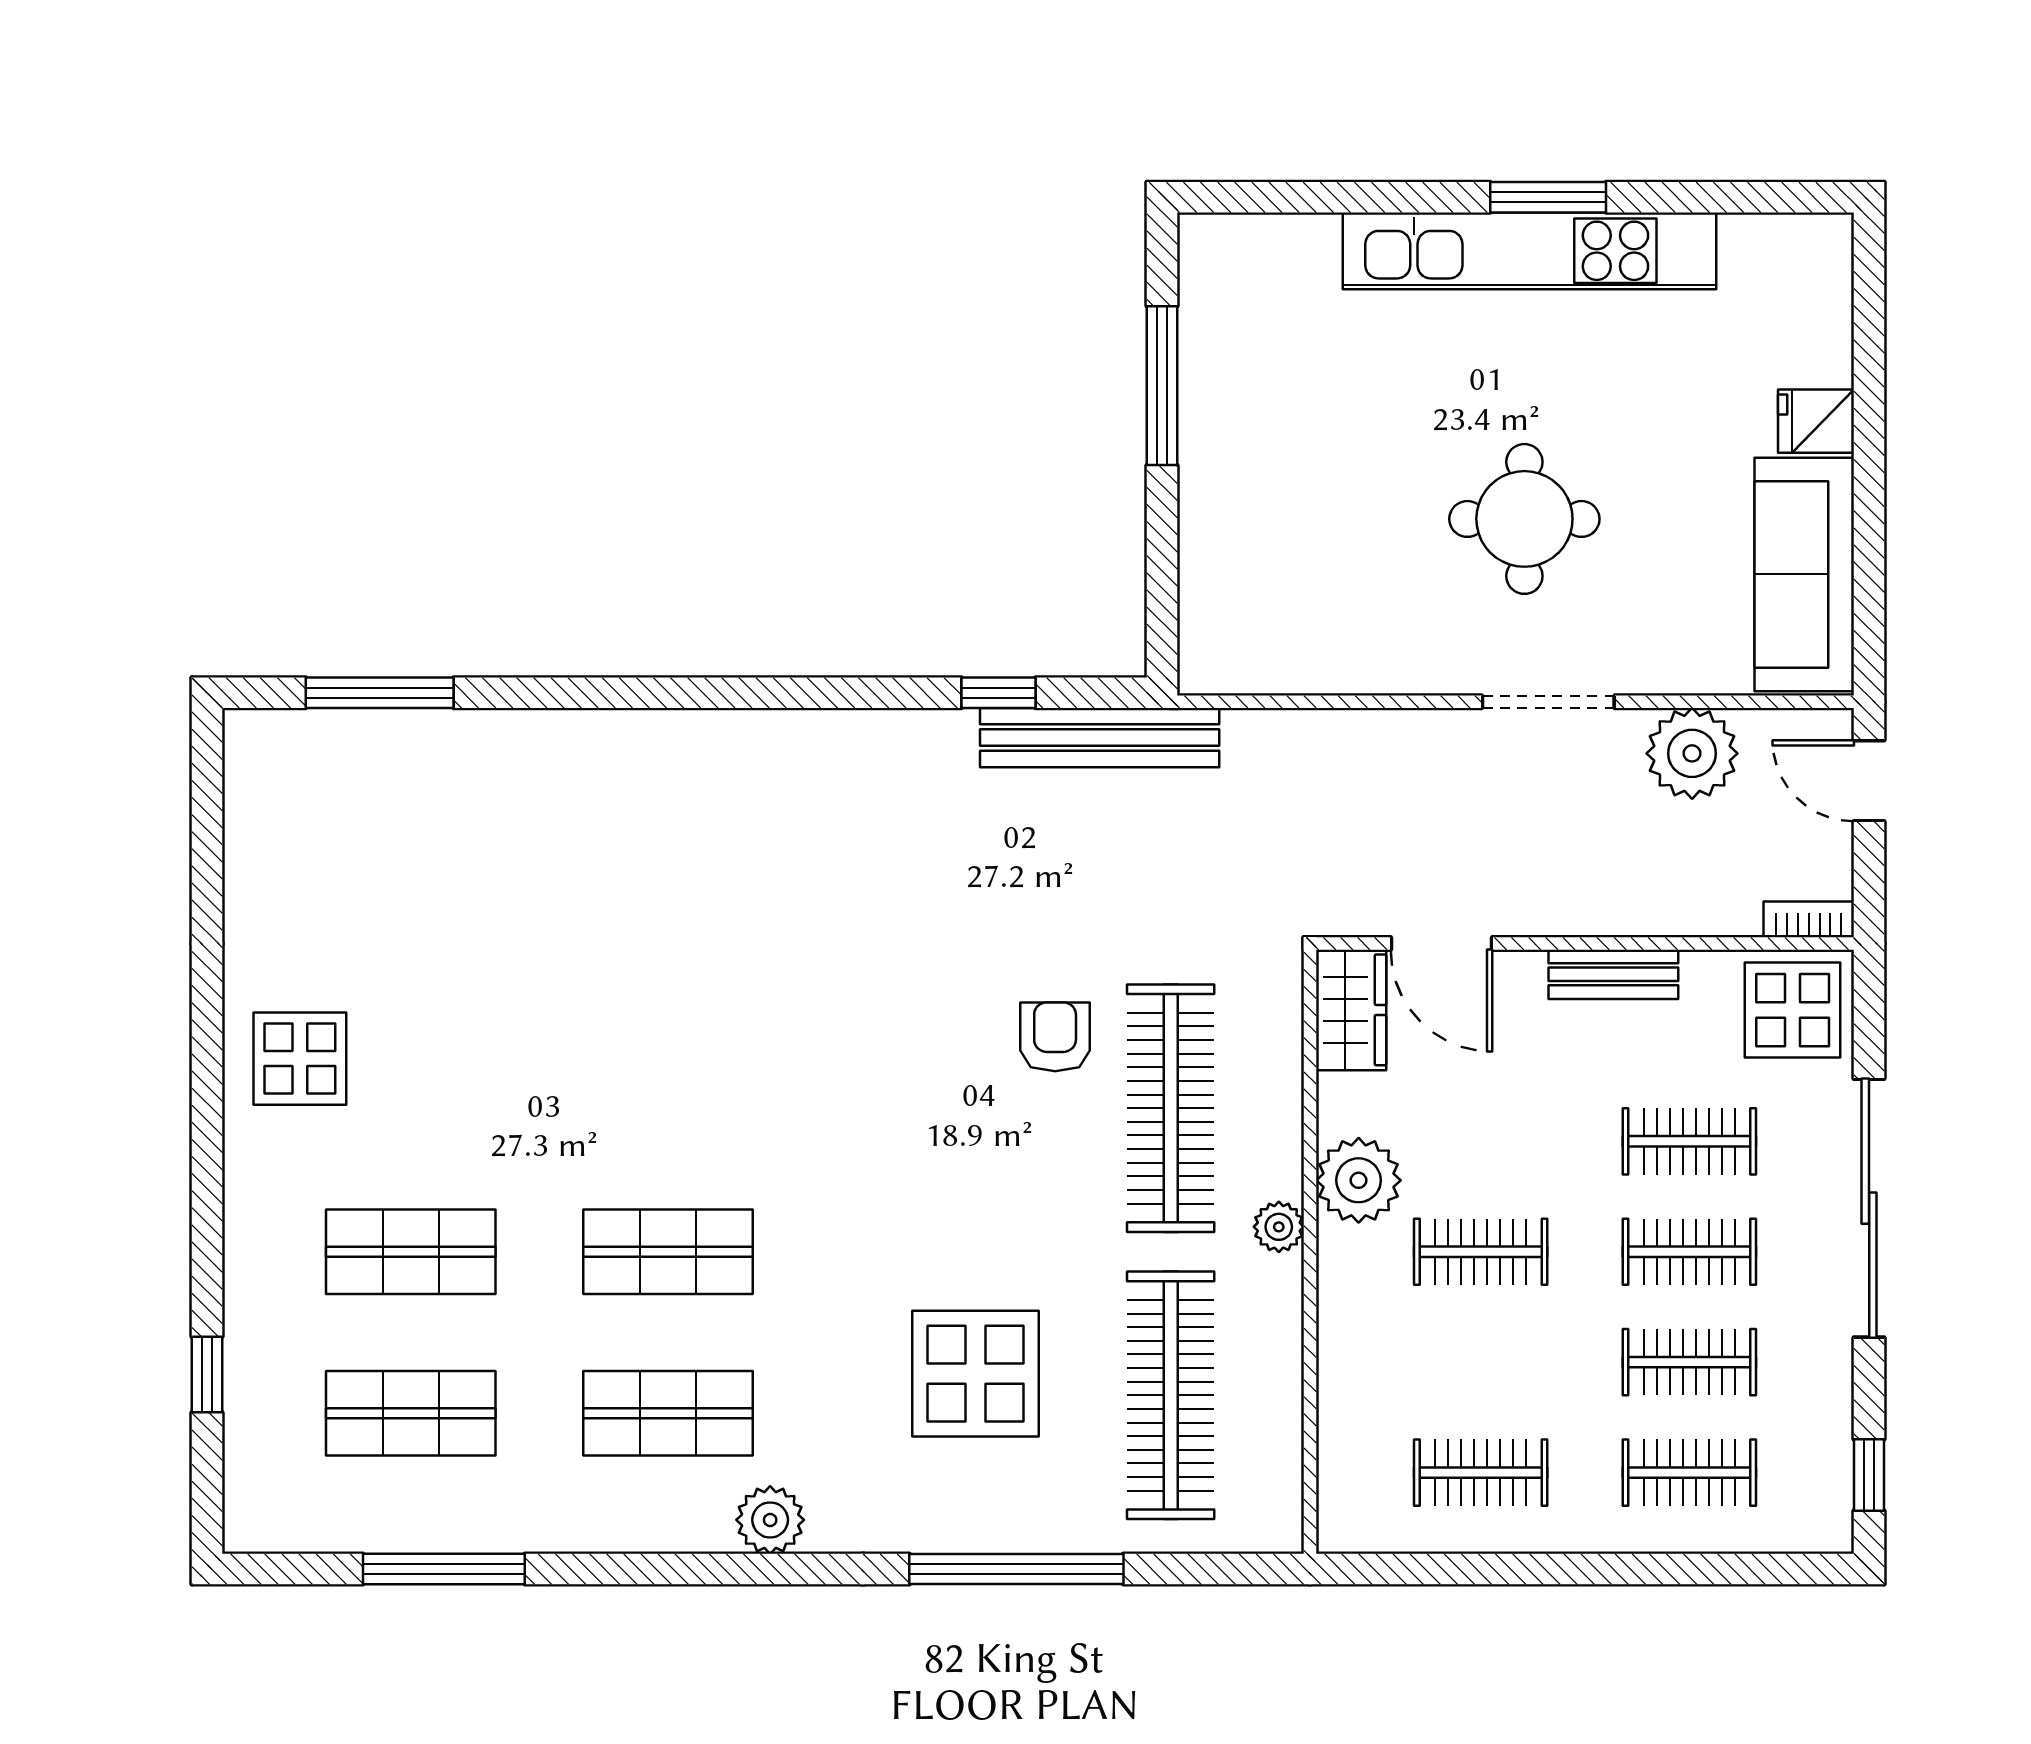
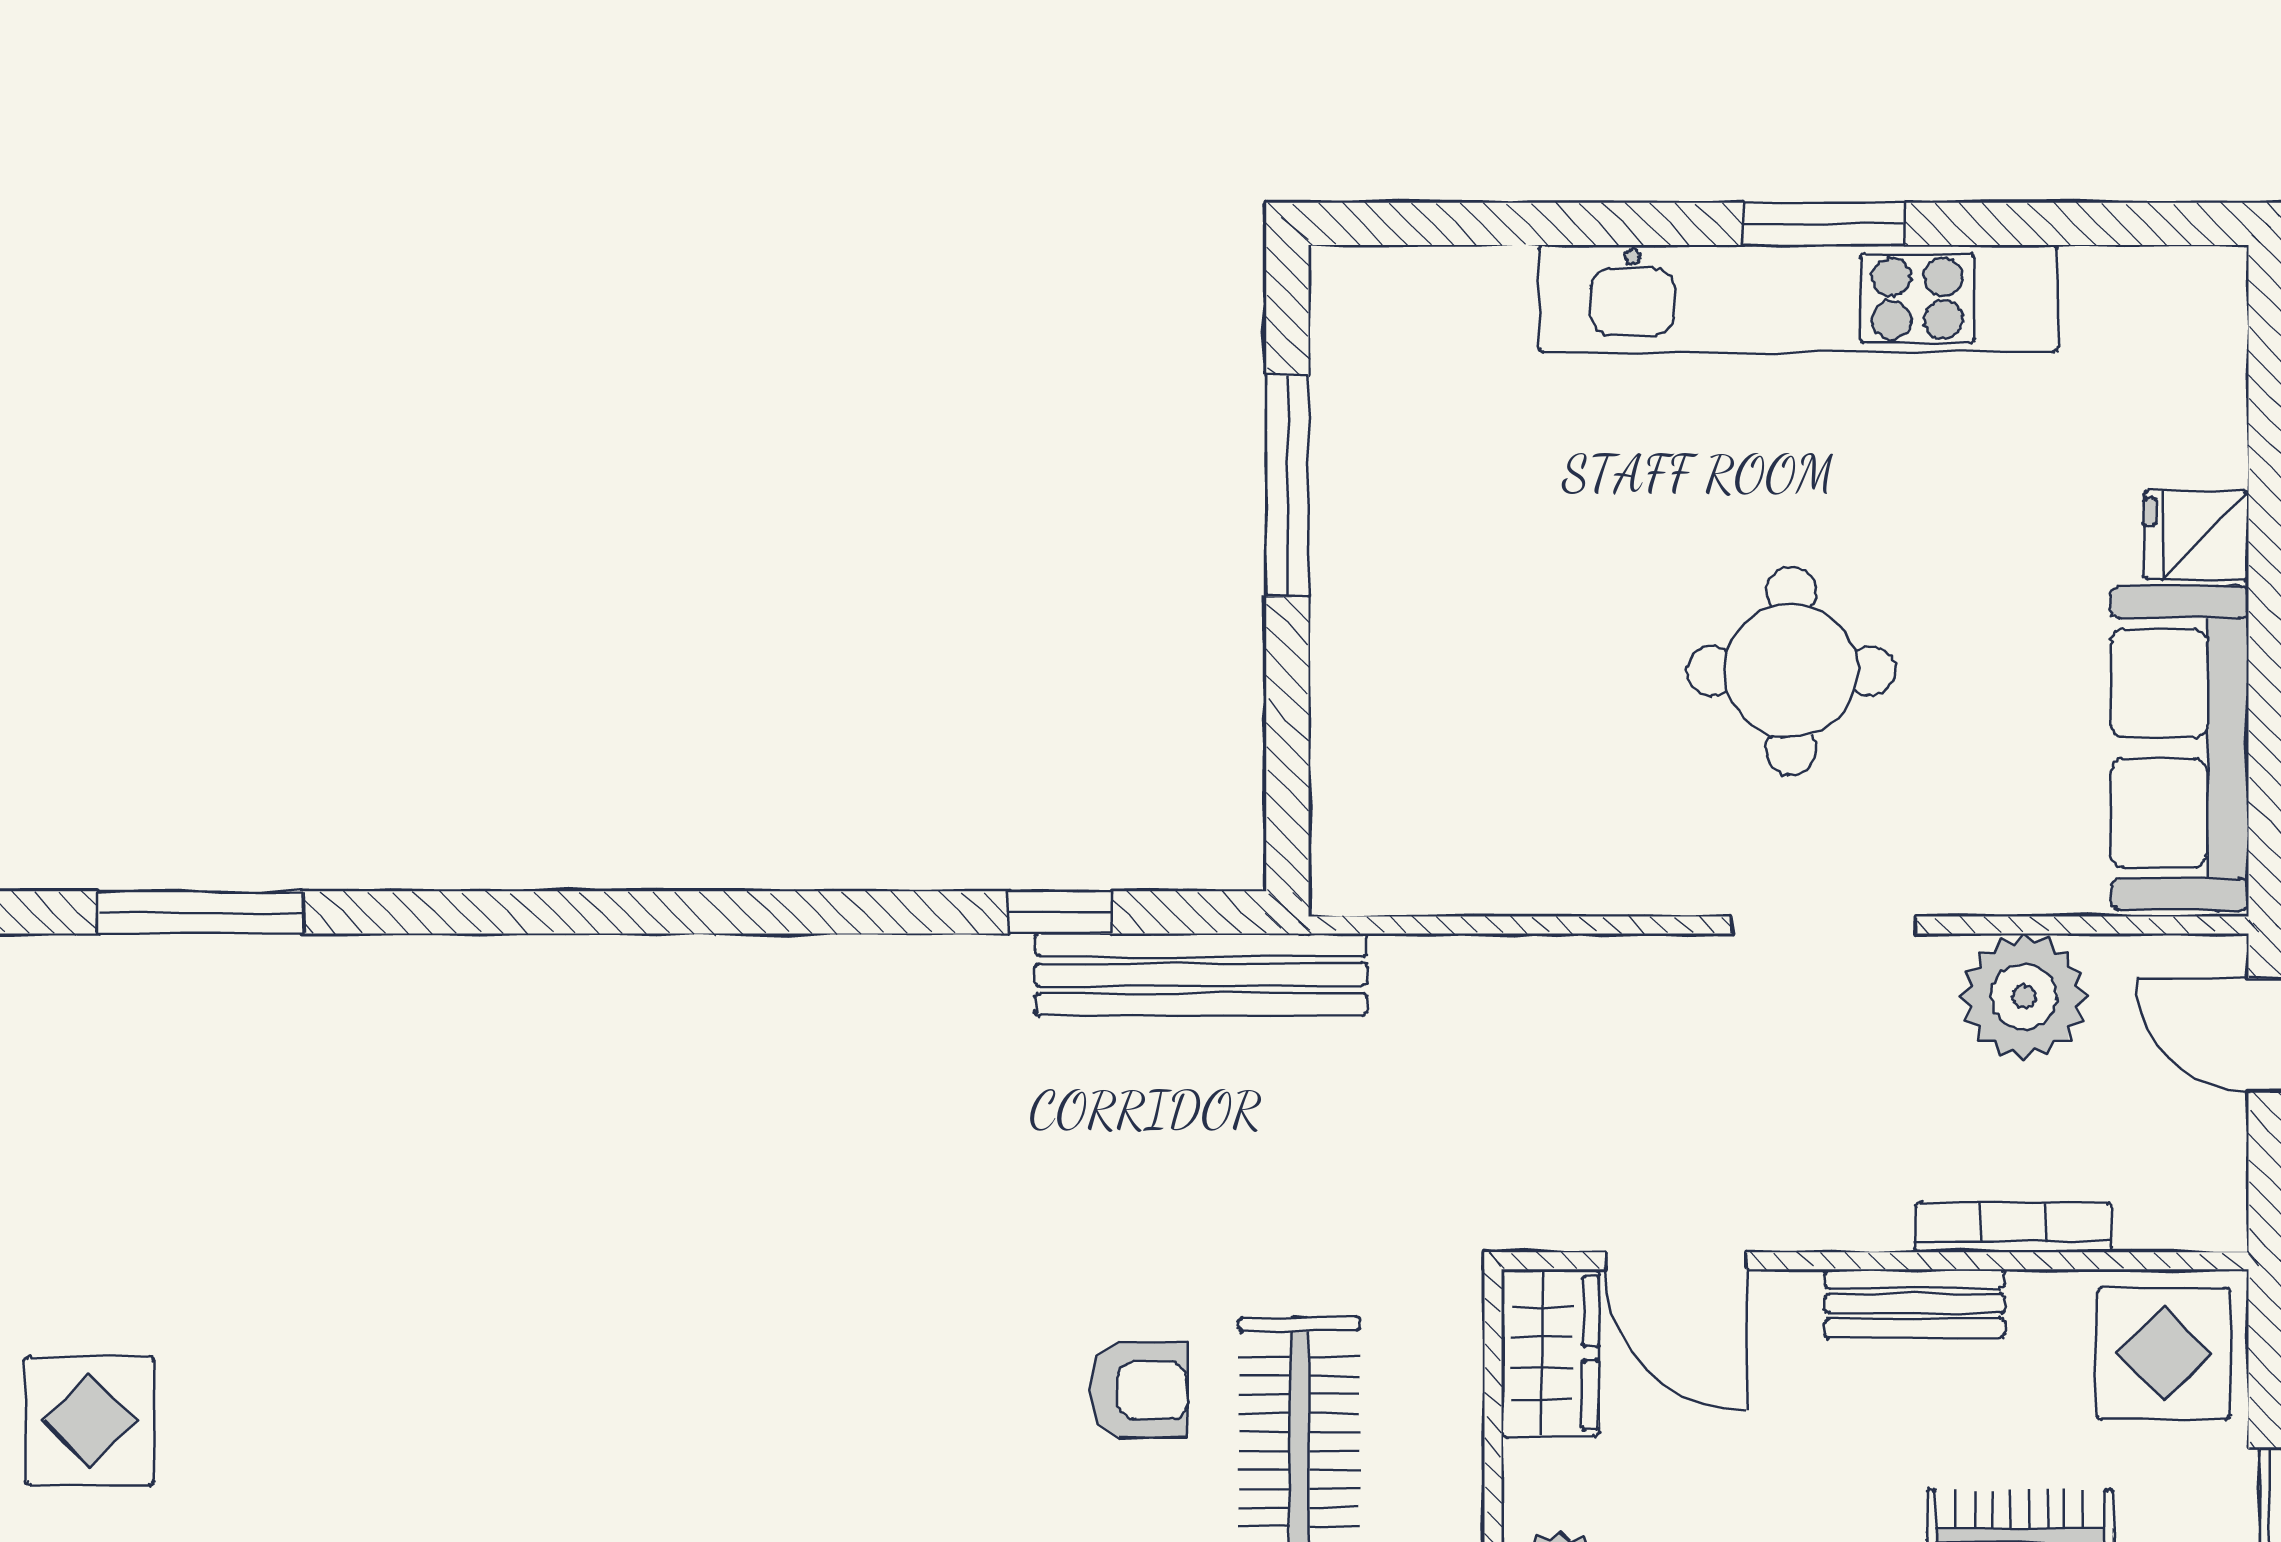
bookcase: (1809, 919) -> (2013, 1227), moved, width x1.56
armchair: (1055, 1037) -> (1139, 1390), turned 90

